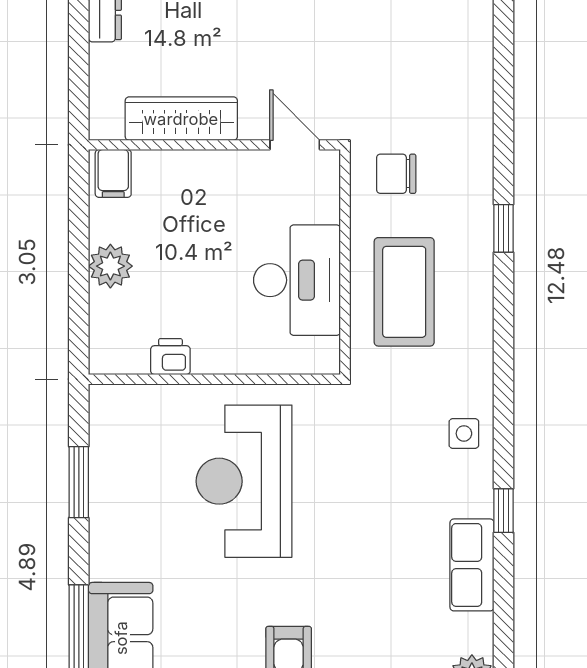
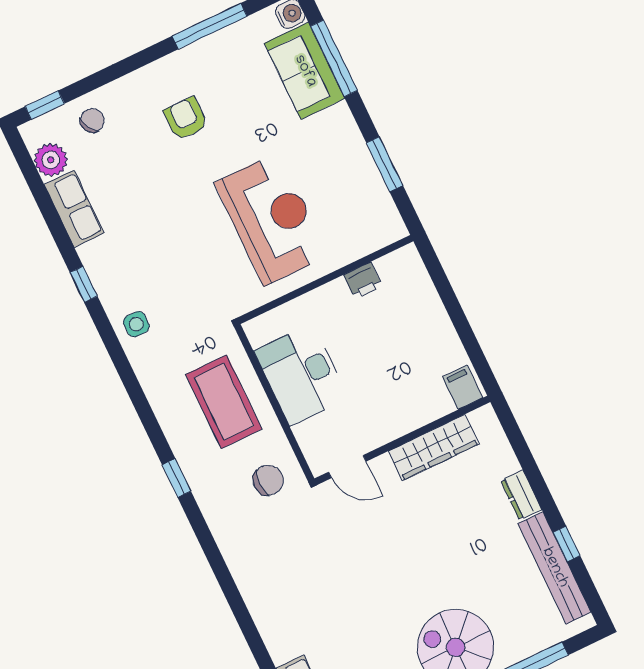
plant: (110, 266) -> (434, 323), removed
row of seats: (472, 565) -> (74, 209), moved

